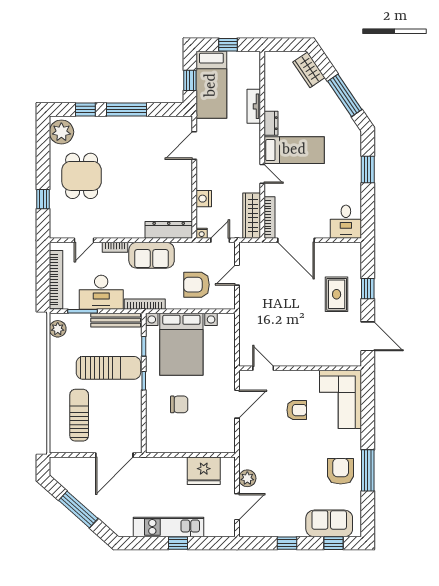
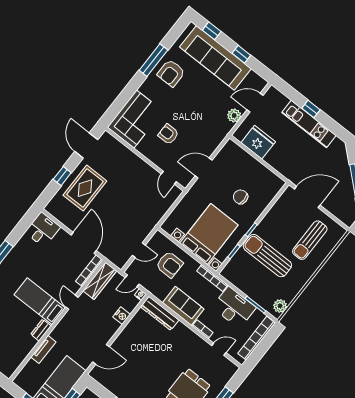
rug: (337, 294) -> (85, 188), width x1.36, depth x1.43
bench: (116, 320) -> (239, 282), removed
sofa: (329, 523) -> (215, 58), width x1.85, depth x1.27

